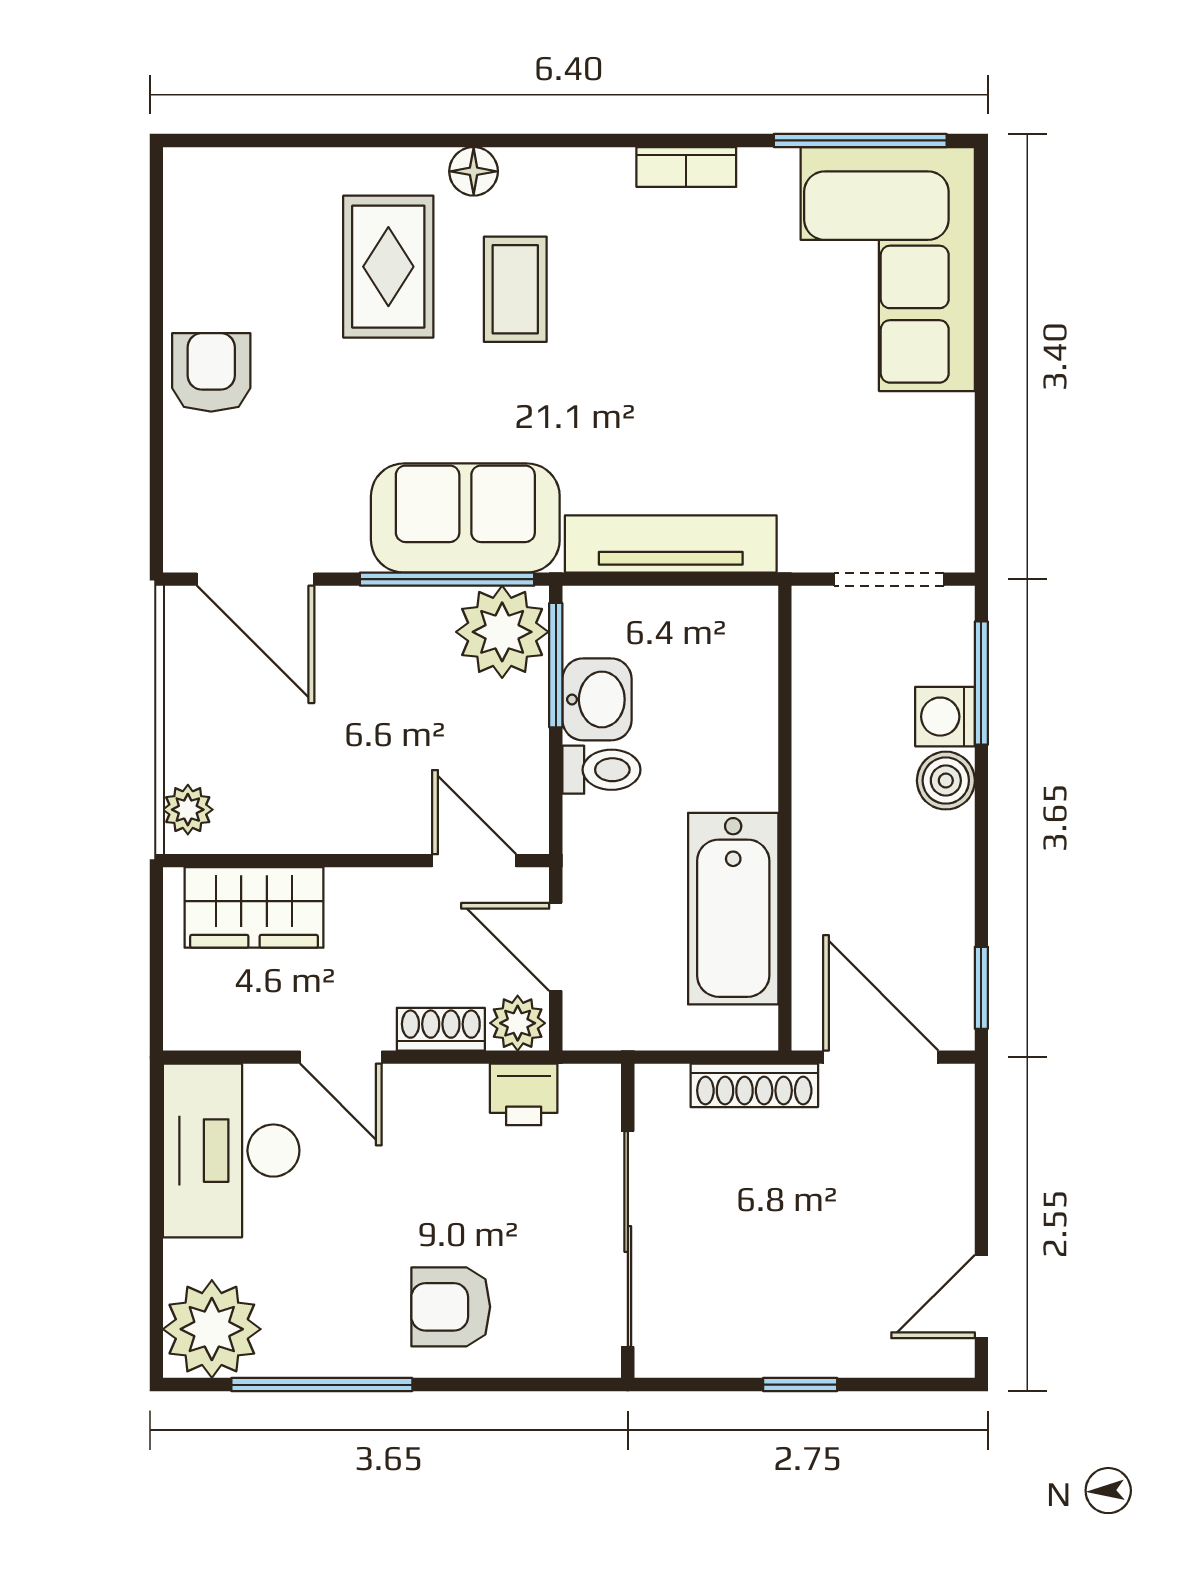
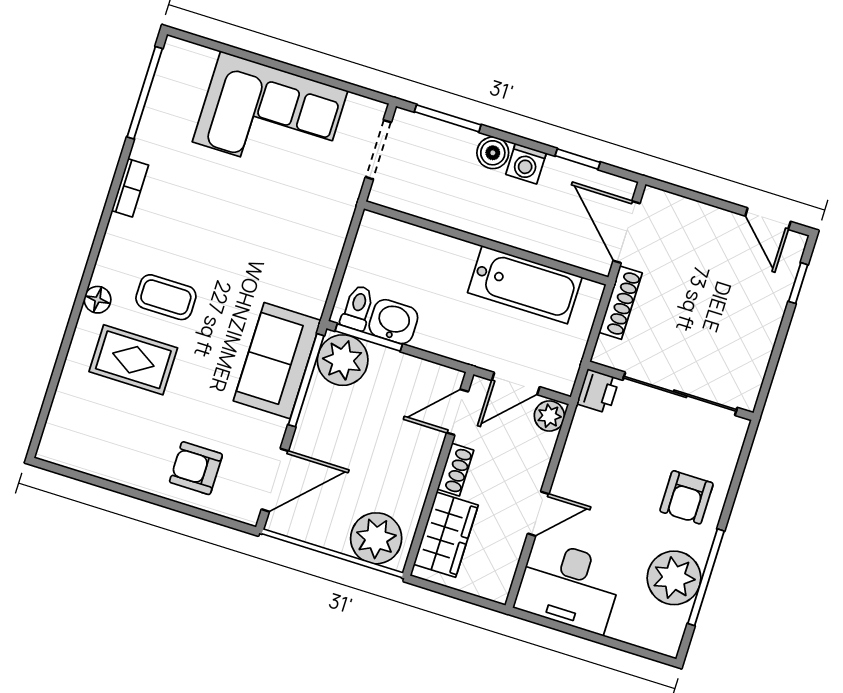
corner sofa: (888, 269) -> (270, 116), moved
armchair: (211, 372) -> (196, 468), moved
tv unit: (671, 544) -> (324, 258), removed
washing machine: (945, 717) -> (526, 164), moved
toilet: (601, 770) -> (357, 308), moved
plant: (188, 810) -> (376, 538), width x1.87, depth x1.87
window: (981, 988) -> (578, 159), moved
shoe rack: (441, 1029) -> (455, 470), moved, turned 180
door: (881, 1057) -> (627, 232), hinge flipped
printer: (524, 1094) -> (598, 391), moved
plant: (212, 1329) -> (674, 578), moved
window: (800, 1385) -> (798, 283), moved

